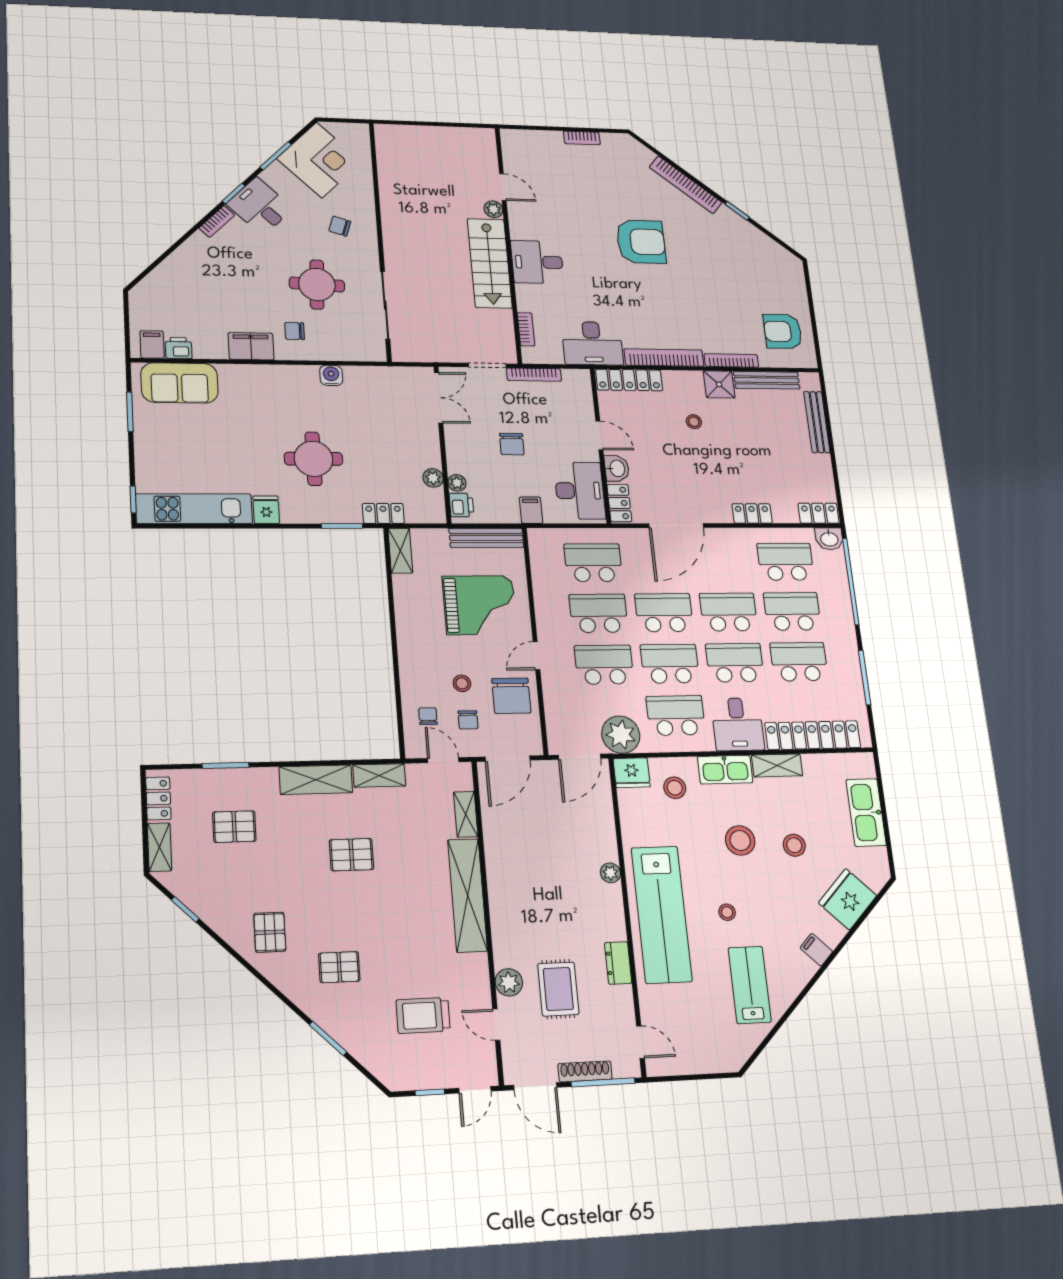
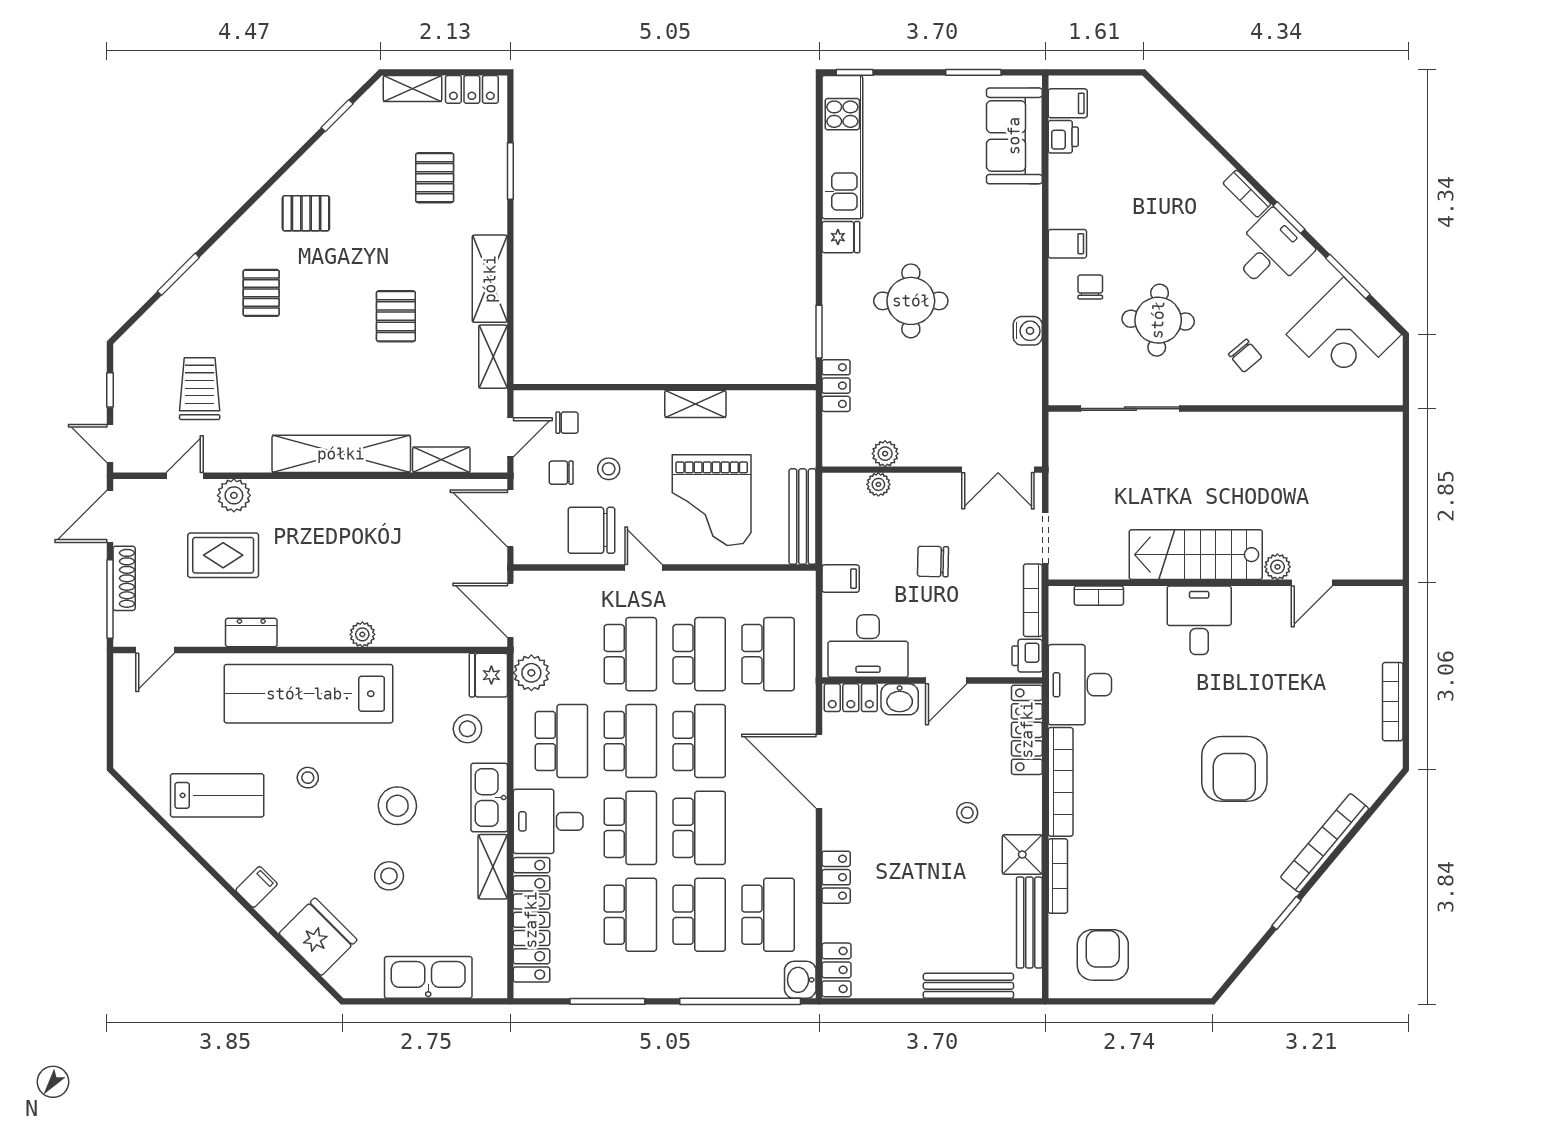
bookcase: (582, 138) -> (1393, 702), width x1.56
chair: (340, 226) -> (1245, 356), turned 122
filing cabinet: (251, 346) -> (1067, 244), width x0.50
printer: (461, 505) -> (1027, 656), moved, turned 90
shelving: (400, 551) -> (695, 404), moved
plant: (621, 735) -> (531, 673), width x0.73, depth x0.73

